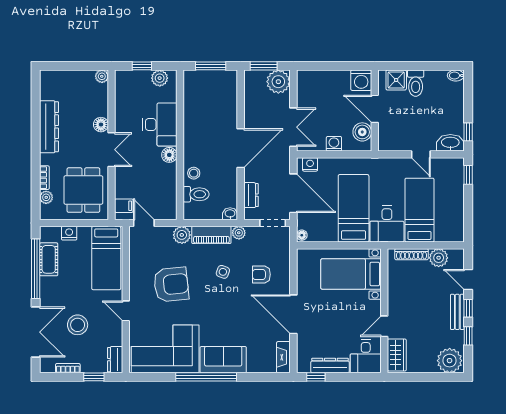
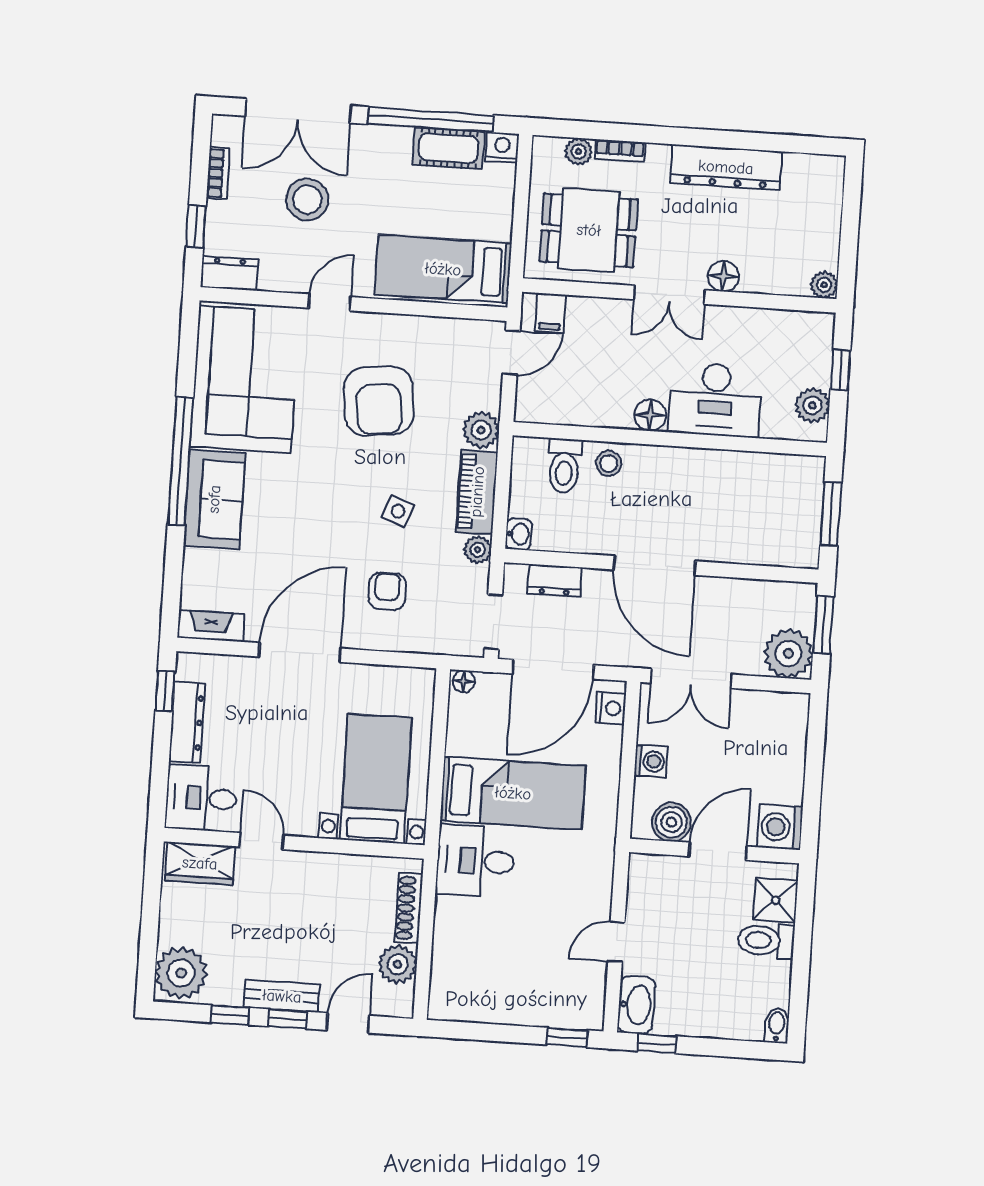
bed: (419, 210) -> (500, 931), removed
nightstand: (69, 233) -> (502, 148), moved, turned -90

